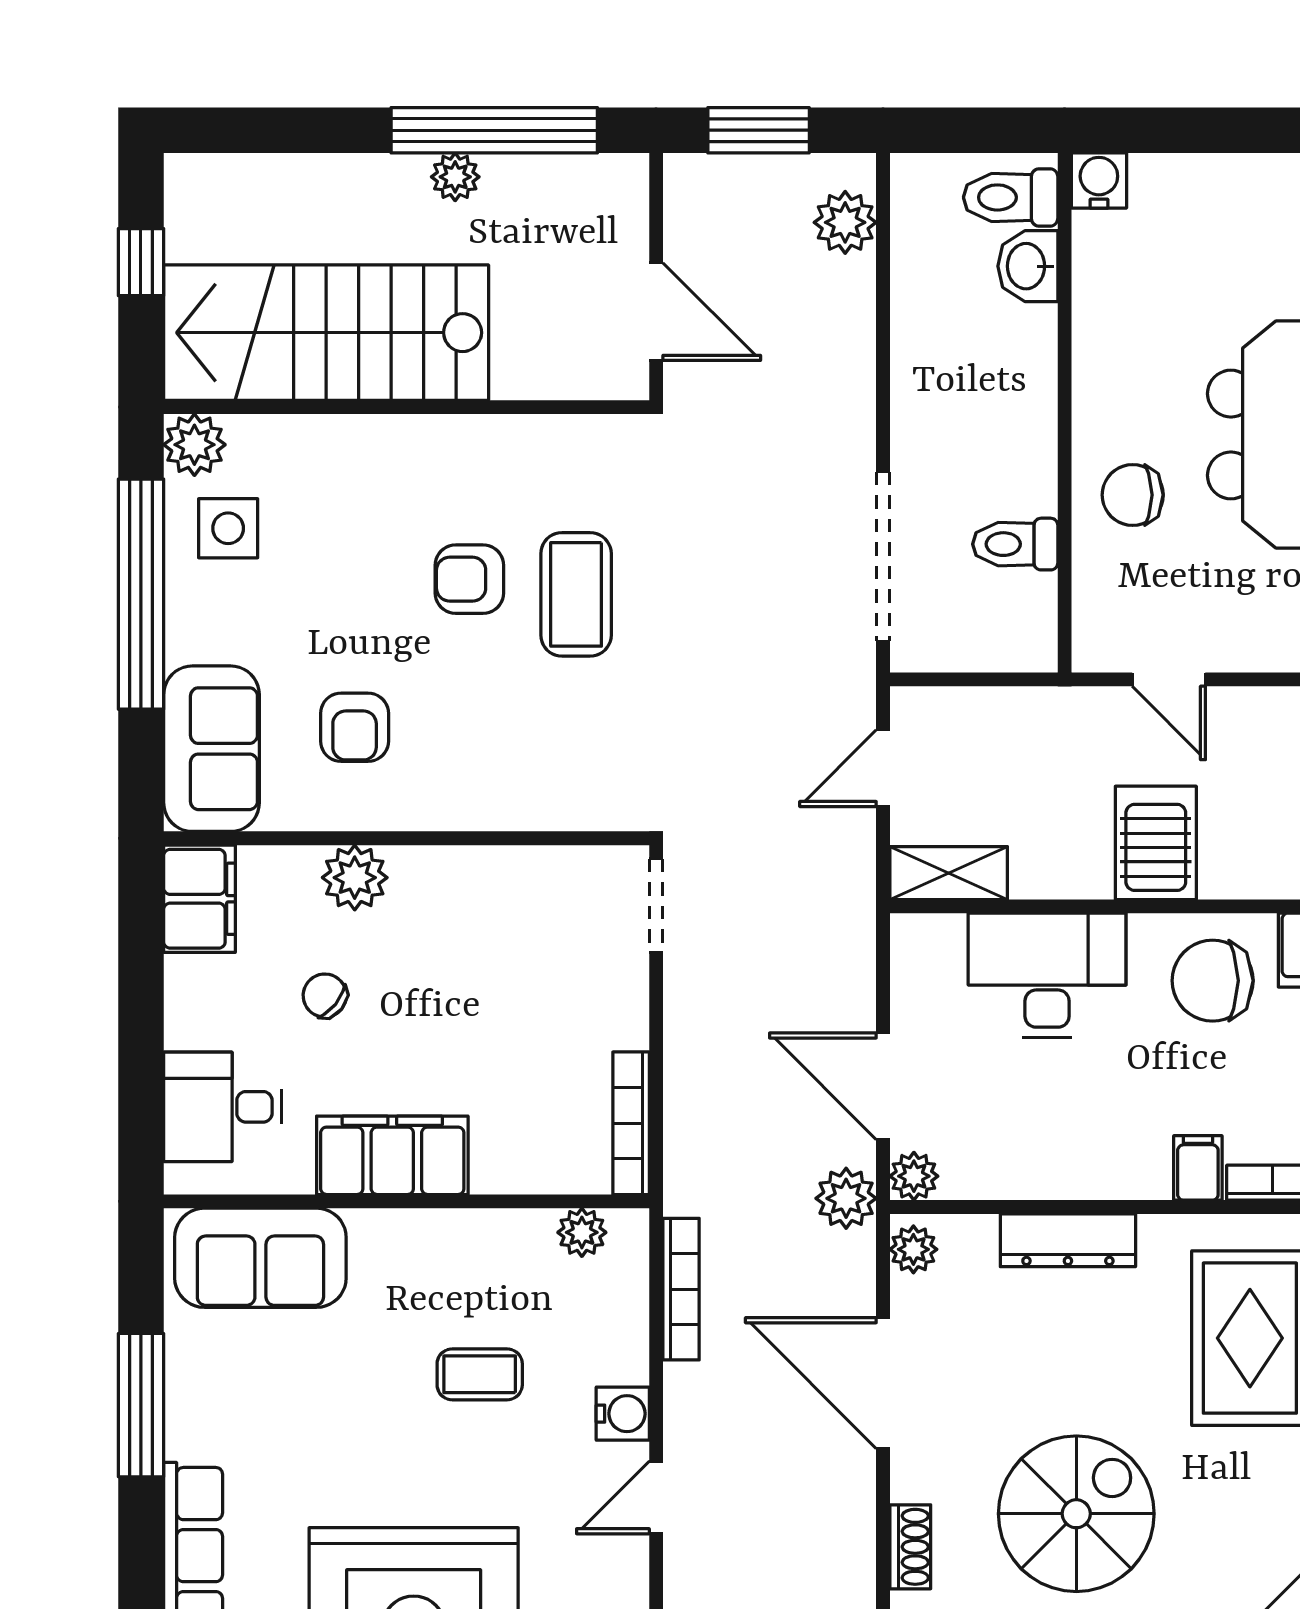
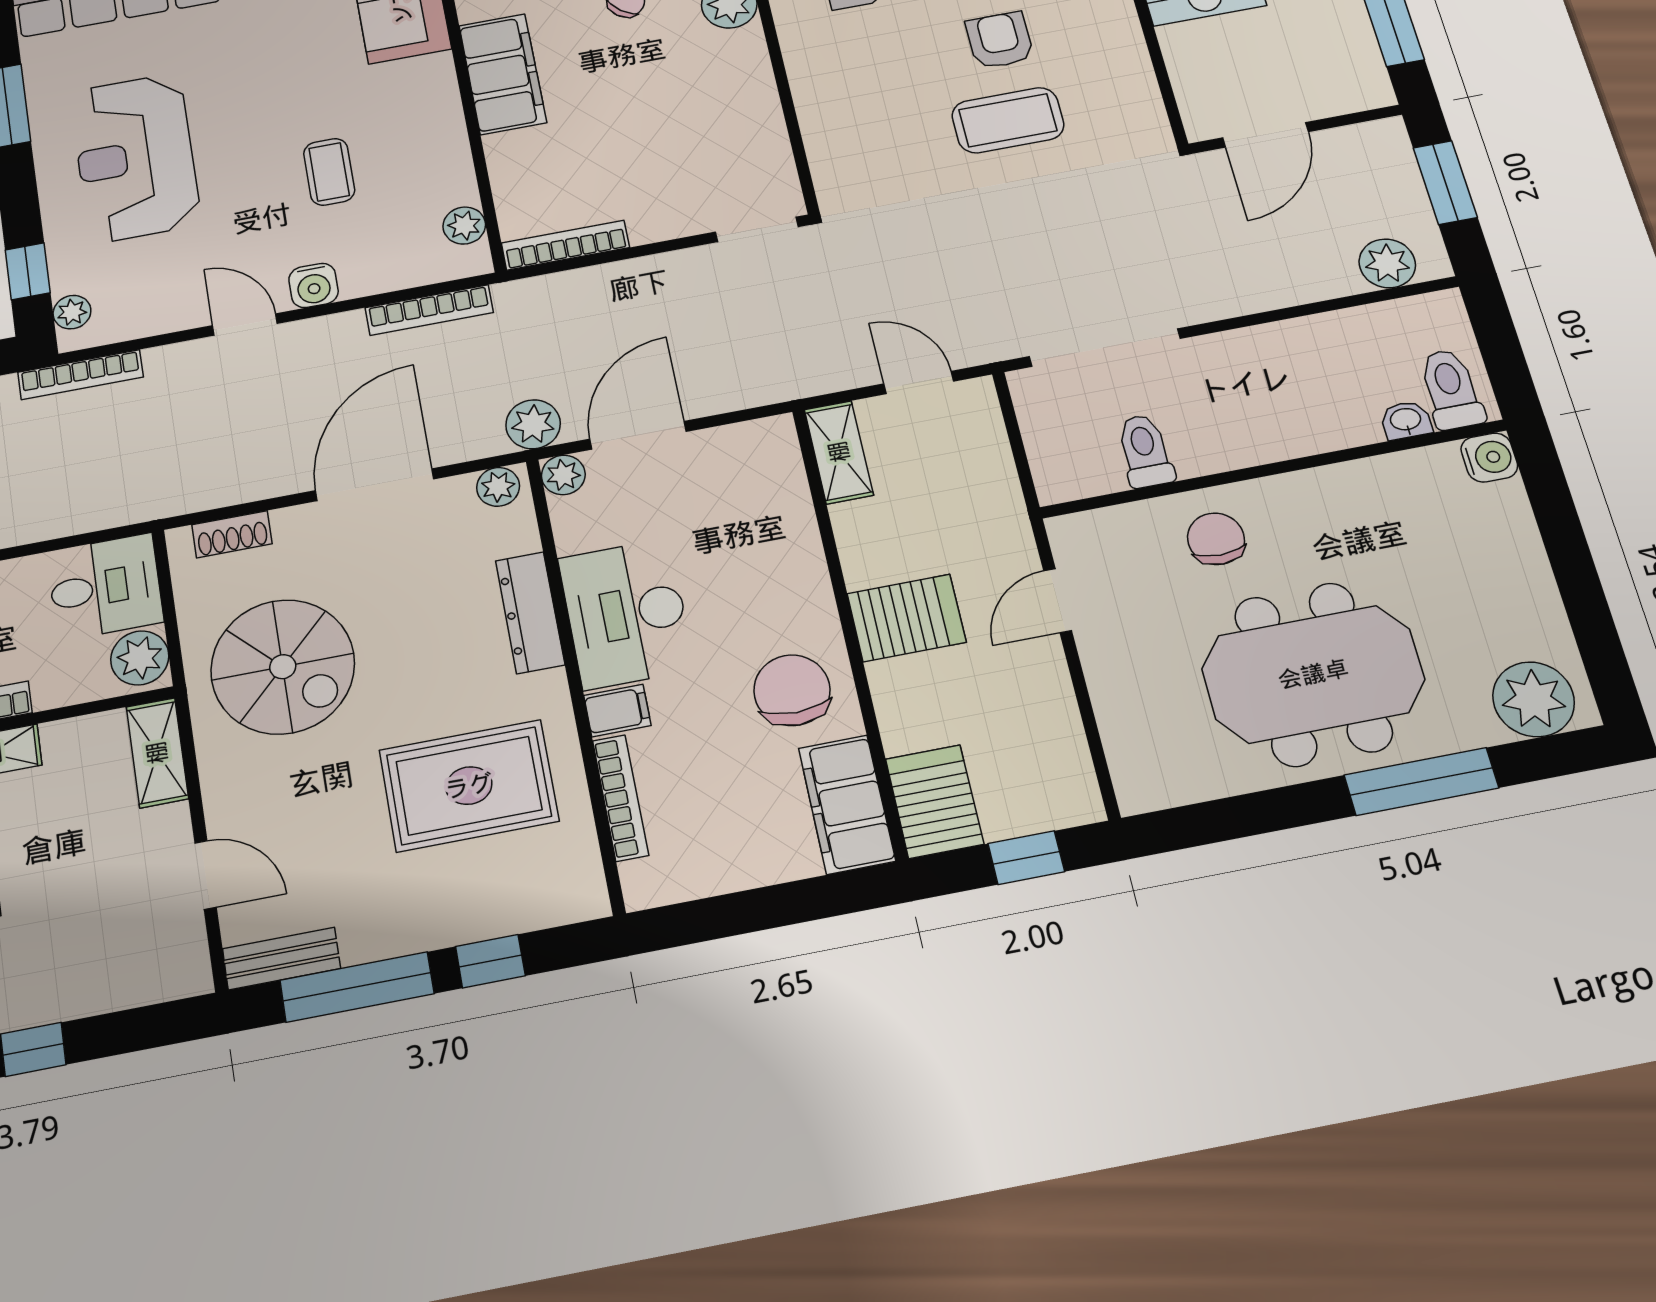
washbasin: (1028, 266) -> (1406, 420), width x0.72, depth x0.69
desk: (1047, 975) -> (626, 614), moved, turned 180

